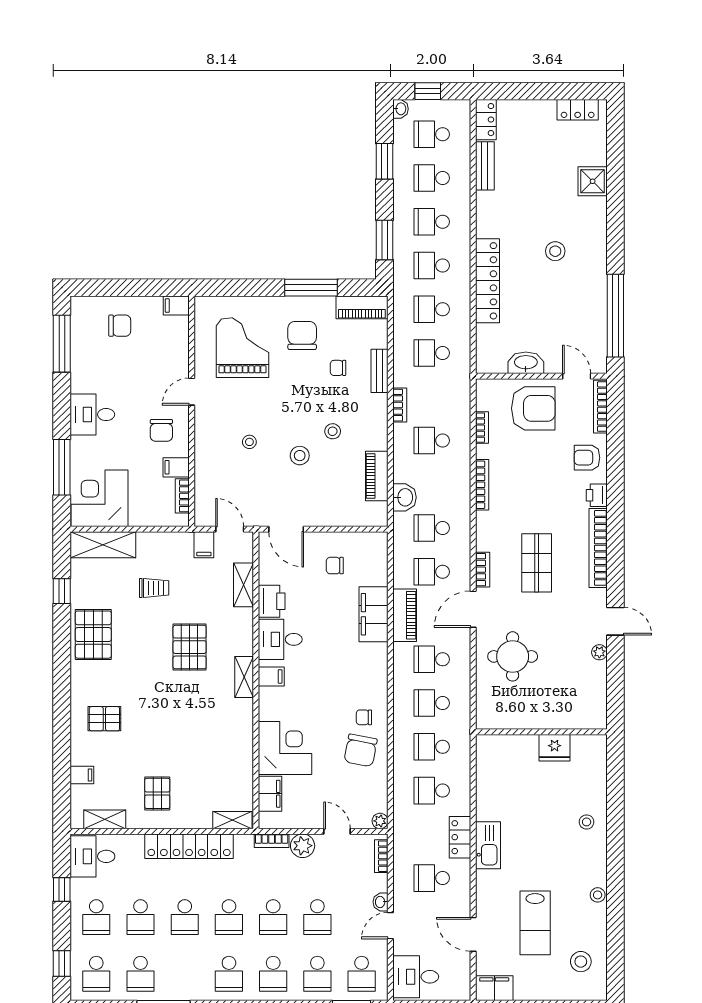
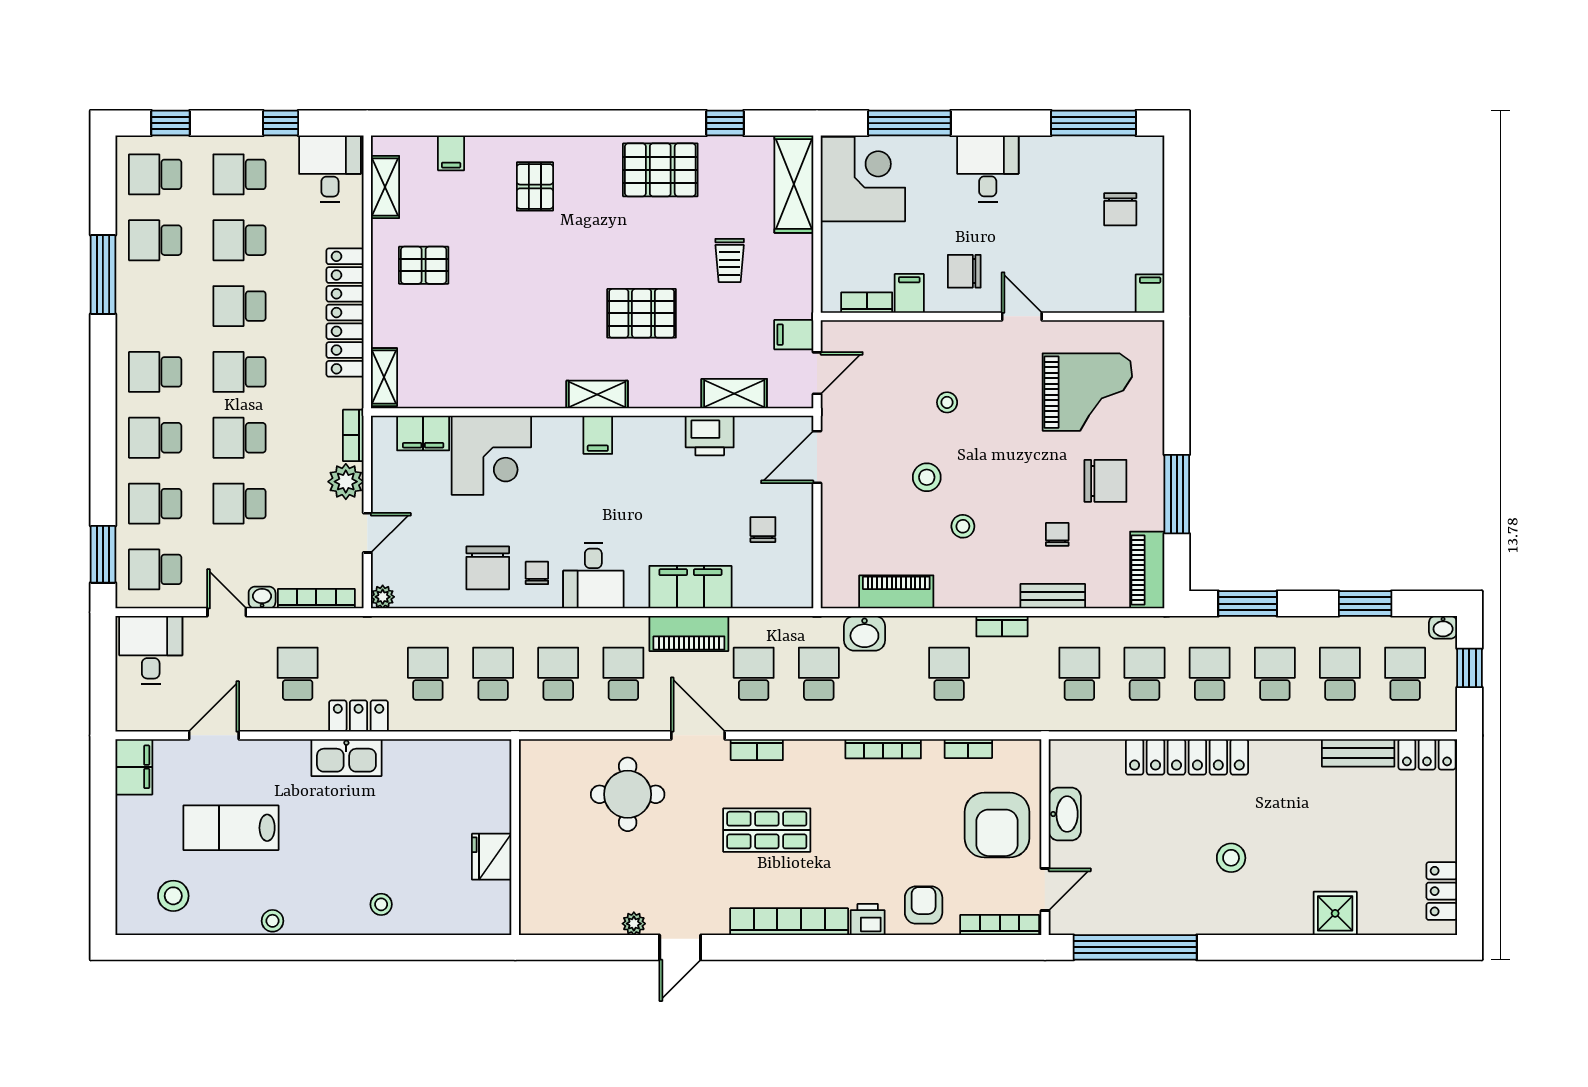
desk: (280, 639) -> (593, 576), moved, turned 180
chair: (361, 750) -> (488, 568), turned -101
bookcase: (381, 856) -> (316, 599), width x1.56

